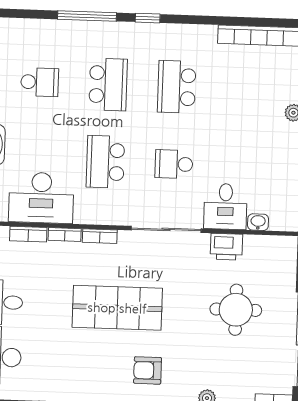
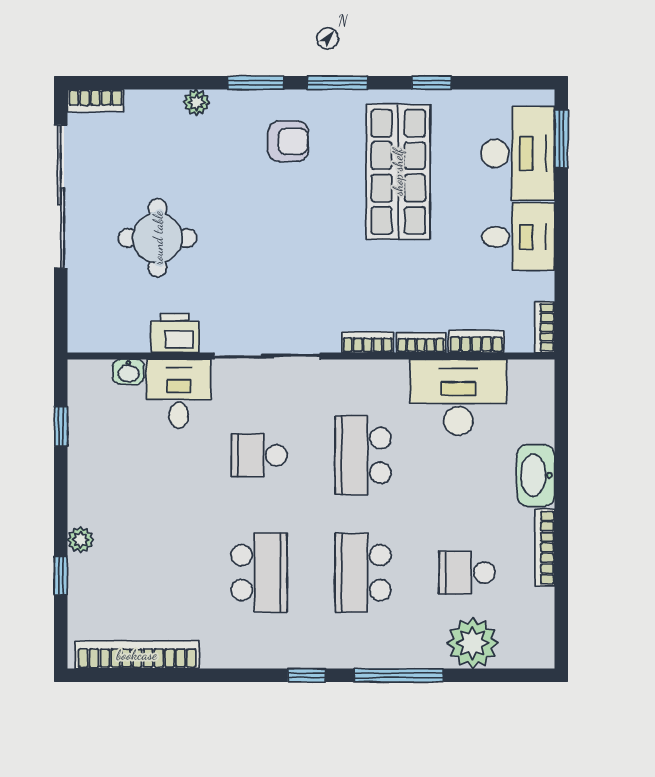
plant: (38, 35) -> (473, 643), added
school desk: (105, 162) -> (363, 455), turned 180
school desk: (174, 164) -> (259, 455), turned 180
shop shelf: (117, 308) -> (398, 172), moved, turned 90

